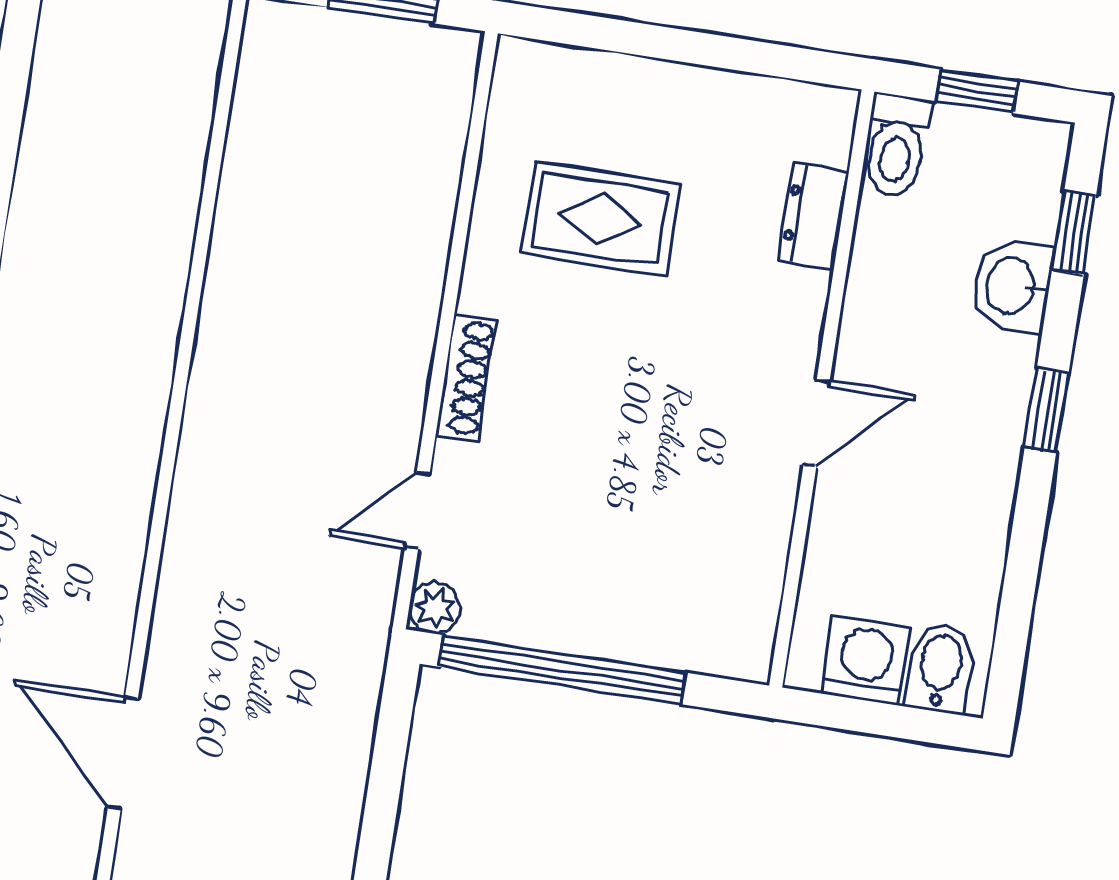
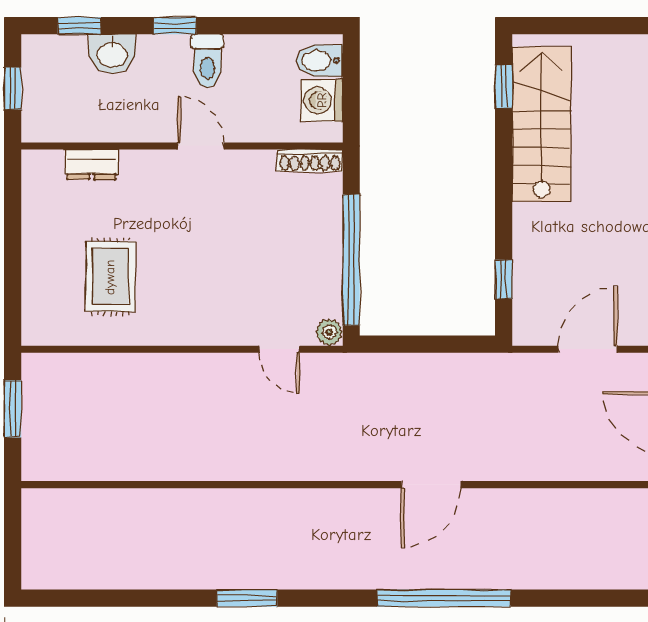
toilet: (897, 146) -> (207, 61), moved, turned 90
shoe rack: (466, 378) -> (310, 161), moved, turned 180

